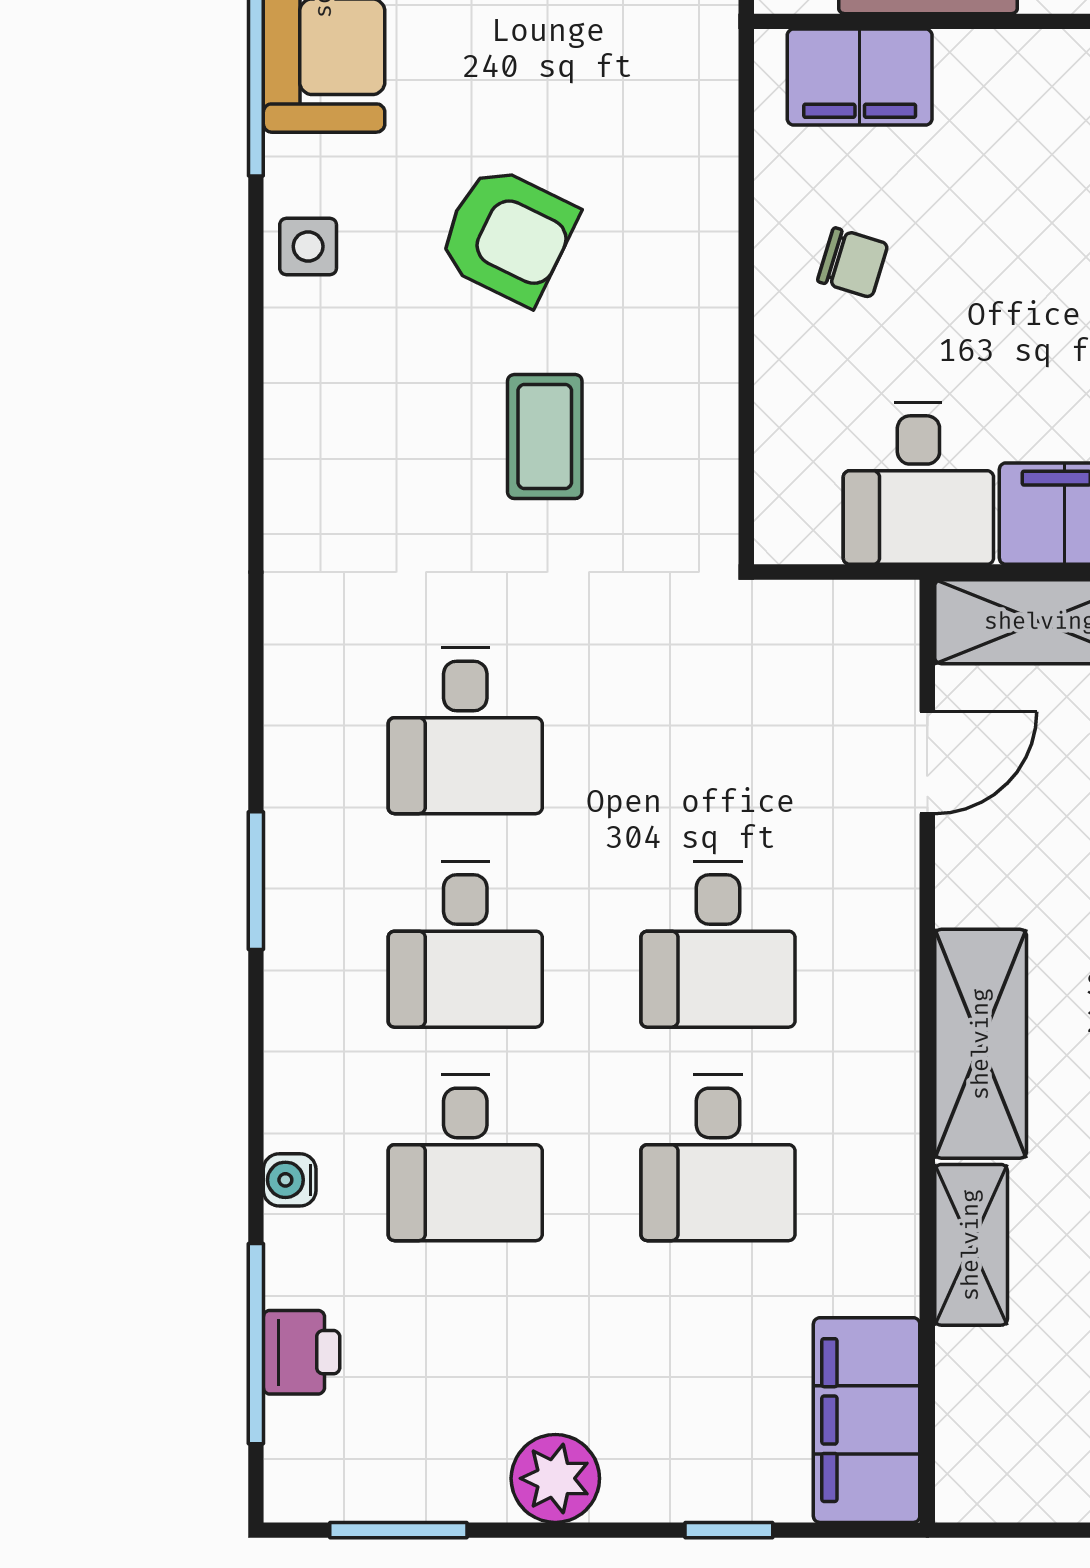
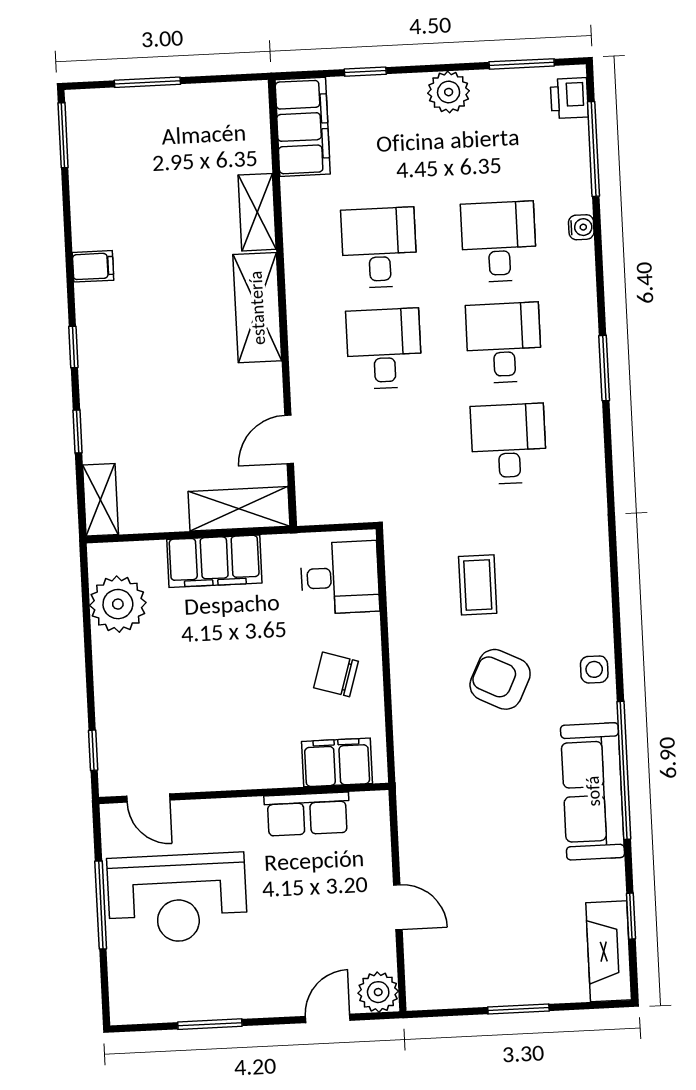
chair: (853, 263) -> (336, 674), width x1.37, depth x1.37
desk: (918, 484) -> (340, 577), moved, turned 90
printer: (302, 1352) -> (569, 98), moved

